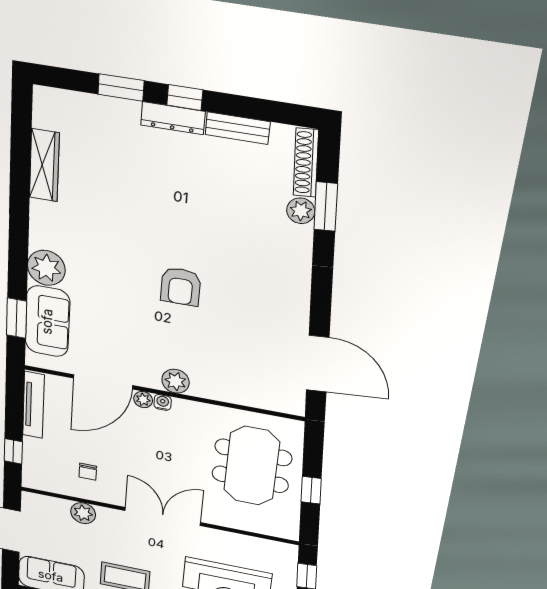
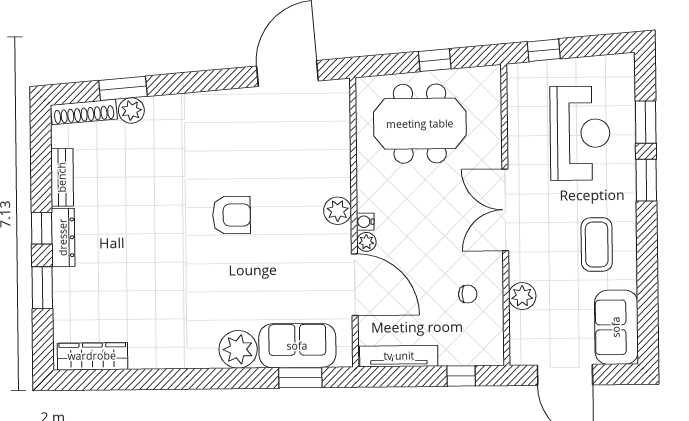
wardrobe: (44, 165) -> (92, 356), moved

